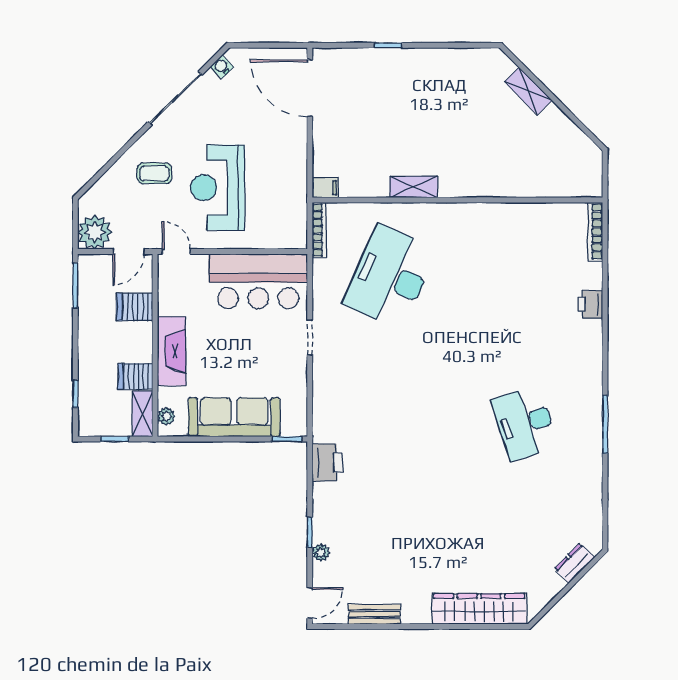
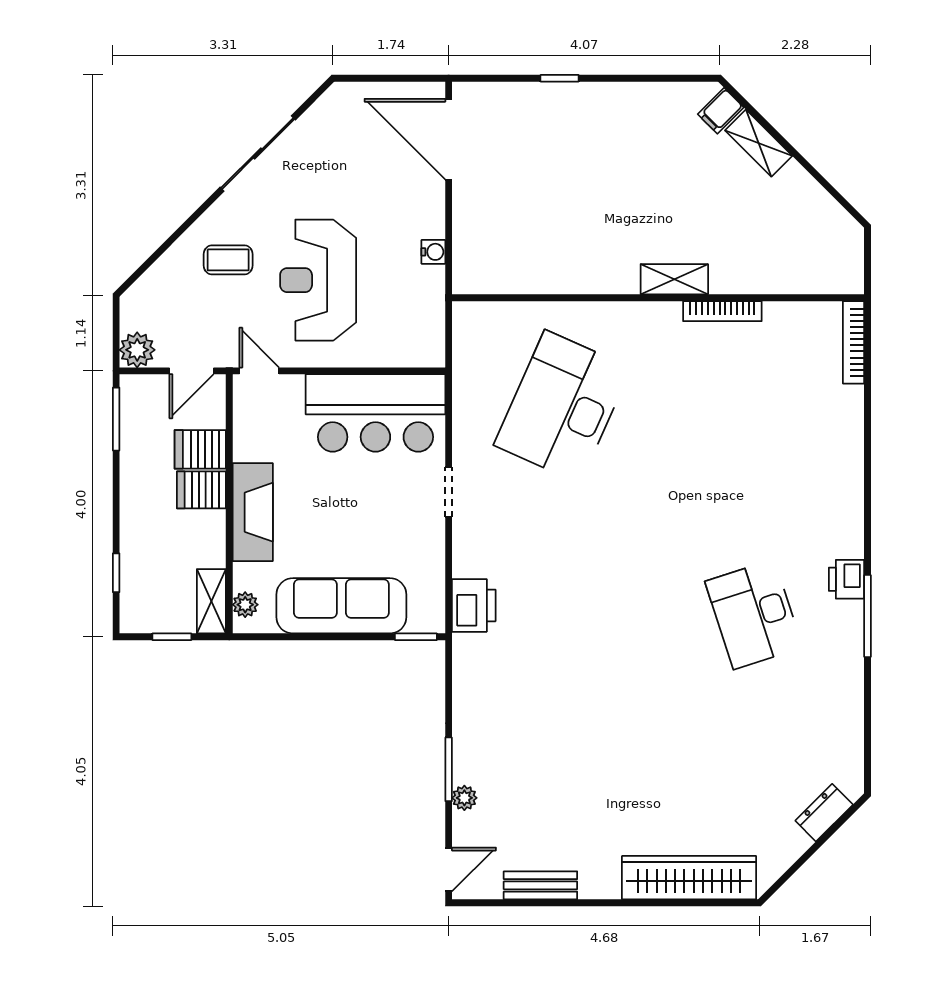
water cooler: (222, 67) -> (433, 252), moved, turned 135
shelving: (414, 187) -> (674, 279), moved
filing cabinet: (325, 188) -> (721, 111), moved, turned 135
bookcase: (319, 230) -> (722, 311), moved, turned 90
plant: (95, 232) -> (137, 350), width x0.73, depth x0.73
printer: (590, 304) -> (846, 579), moved
server rack: (135, 376) -> (201, 490), moved
printer: (327, 463) -> (474, 605), moved
window: (310, 532) -> (449, 769), width x1.50

